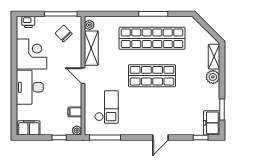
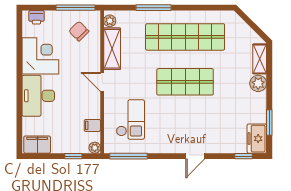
window: (153, 14) -> (154, 8), moved

